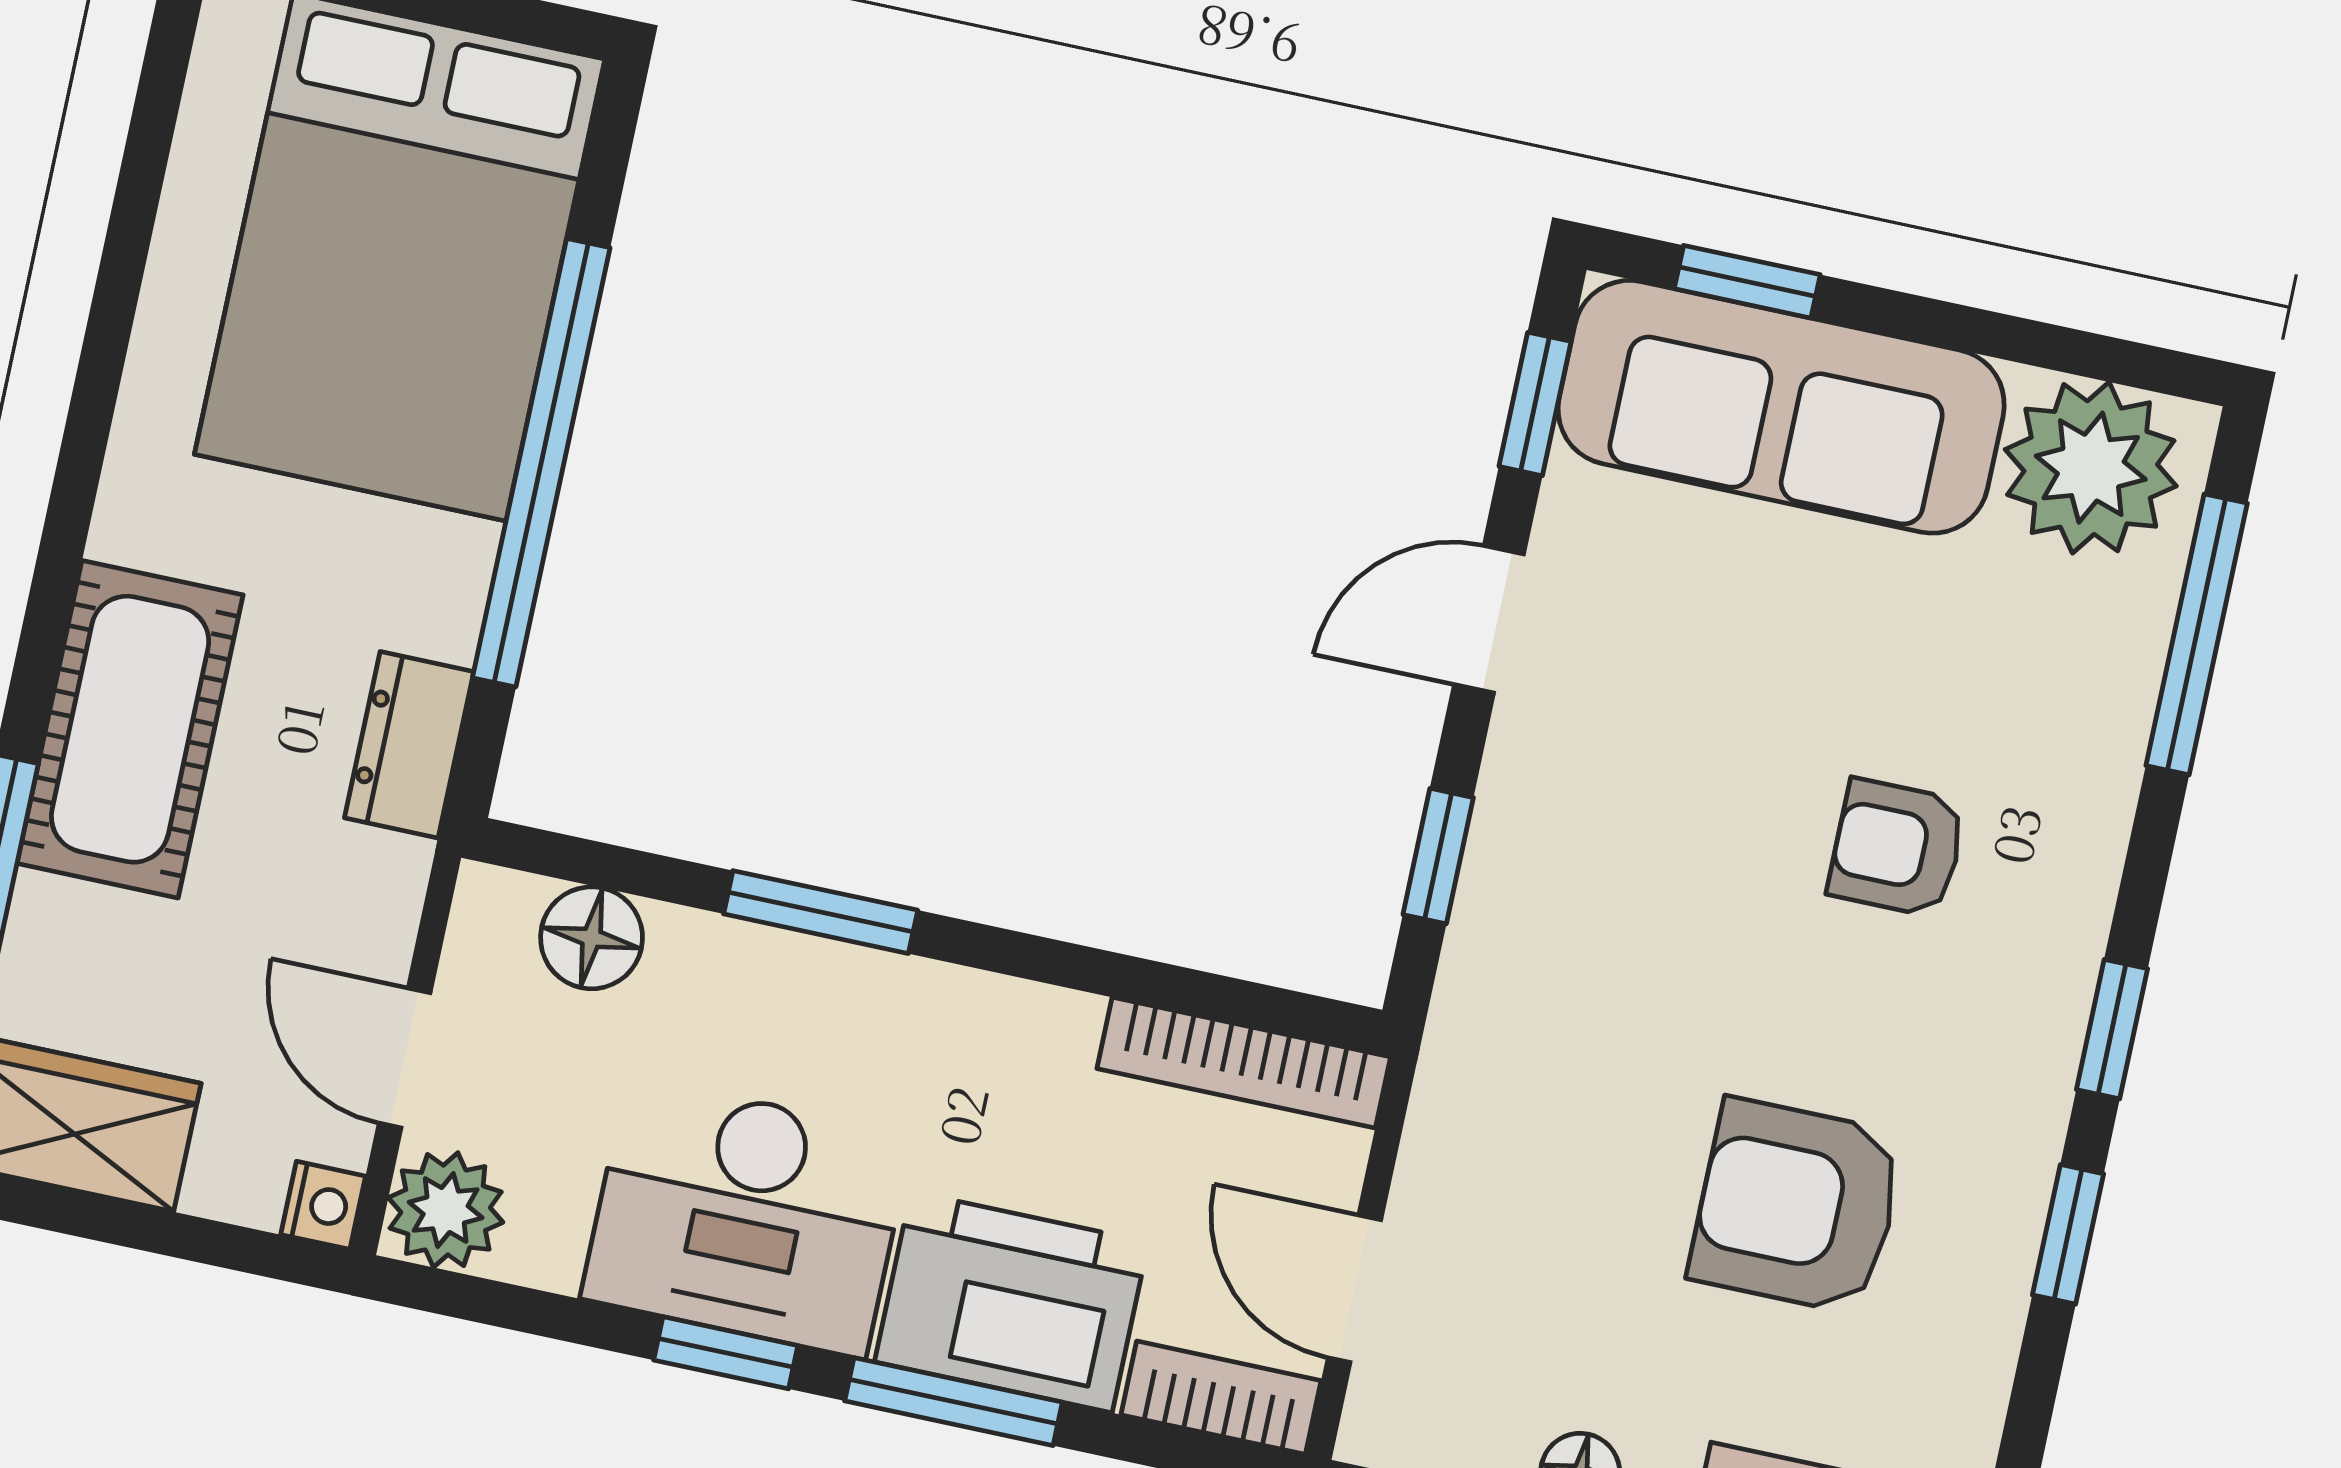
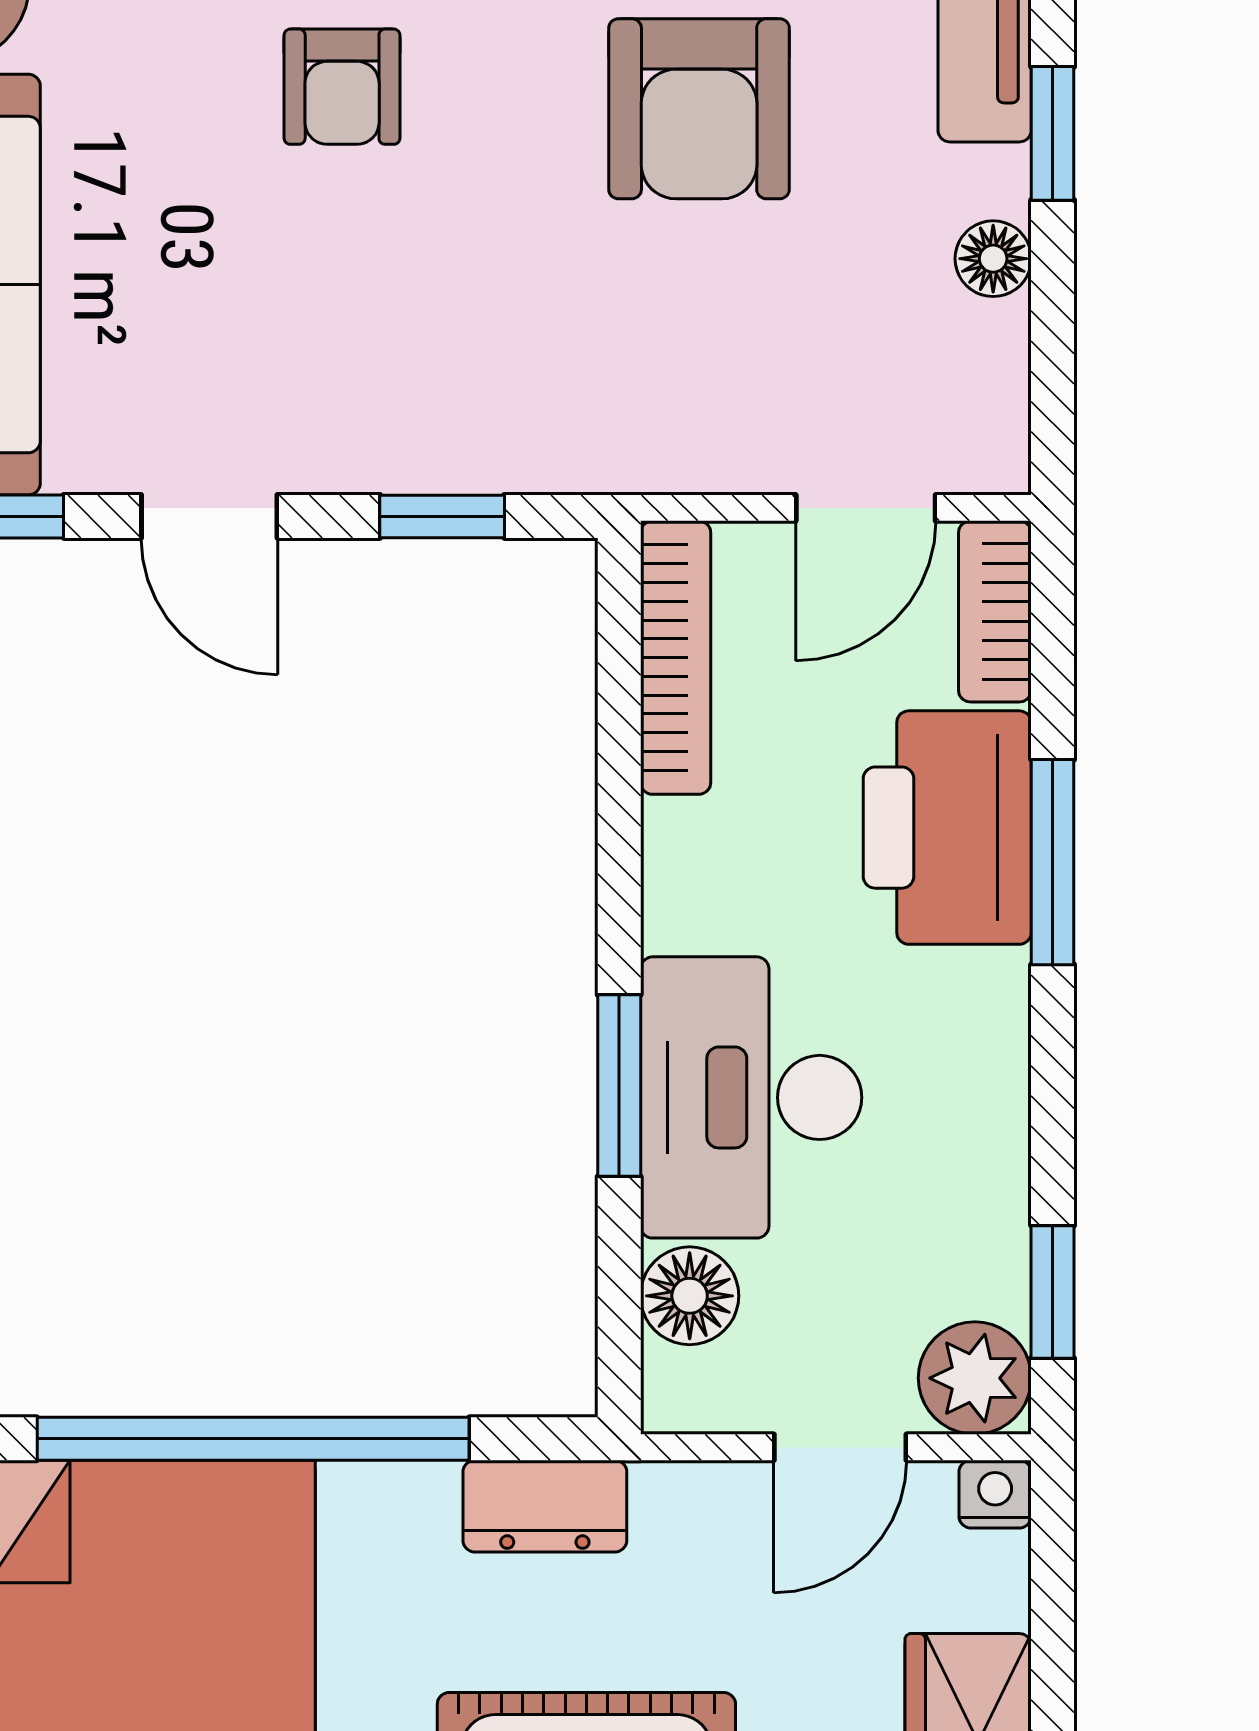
desk: (747, 1217) -> (751, 1097), moved, turned 180
window: (726, 1353) -> (1053, 1292), moved

